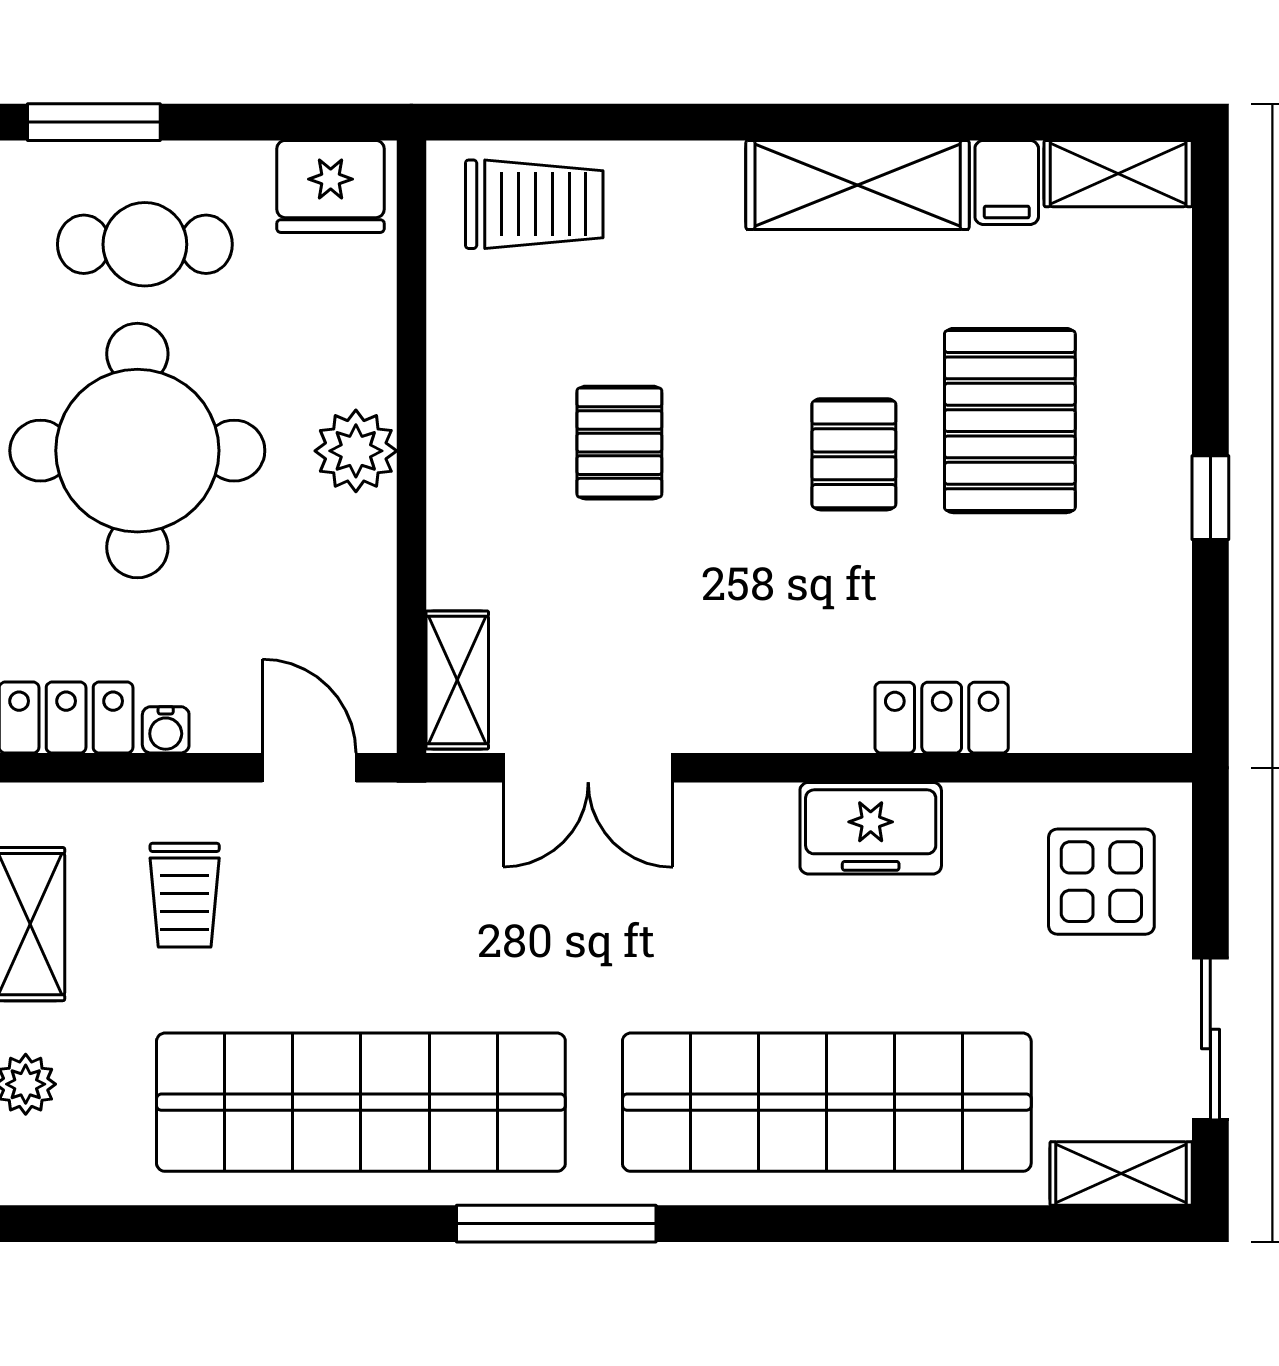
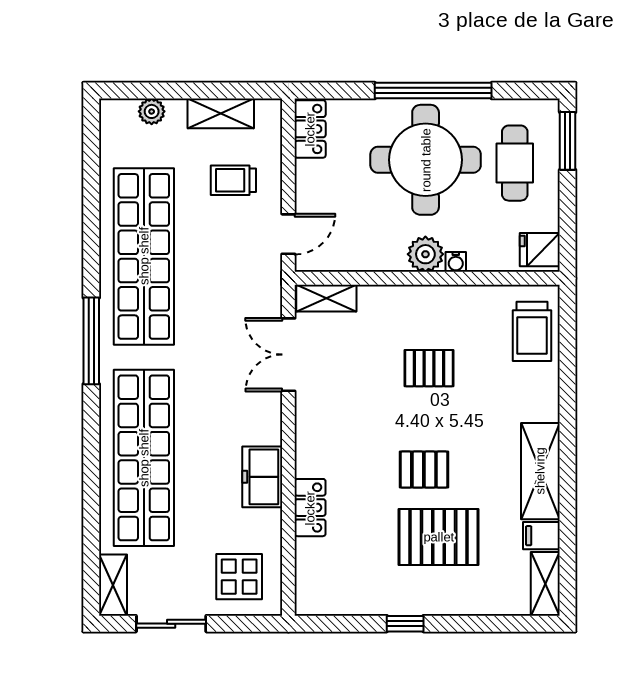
fridge: (331, 186) -> (540, 250), width x0.72
water cooler: (166, 730) -> (456, 262), moved, turned -90

